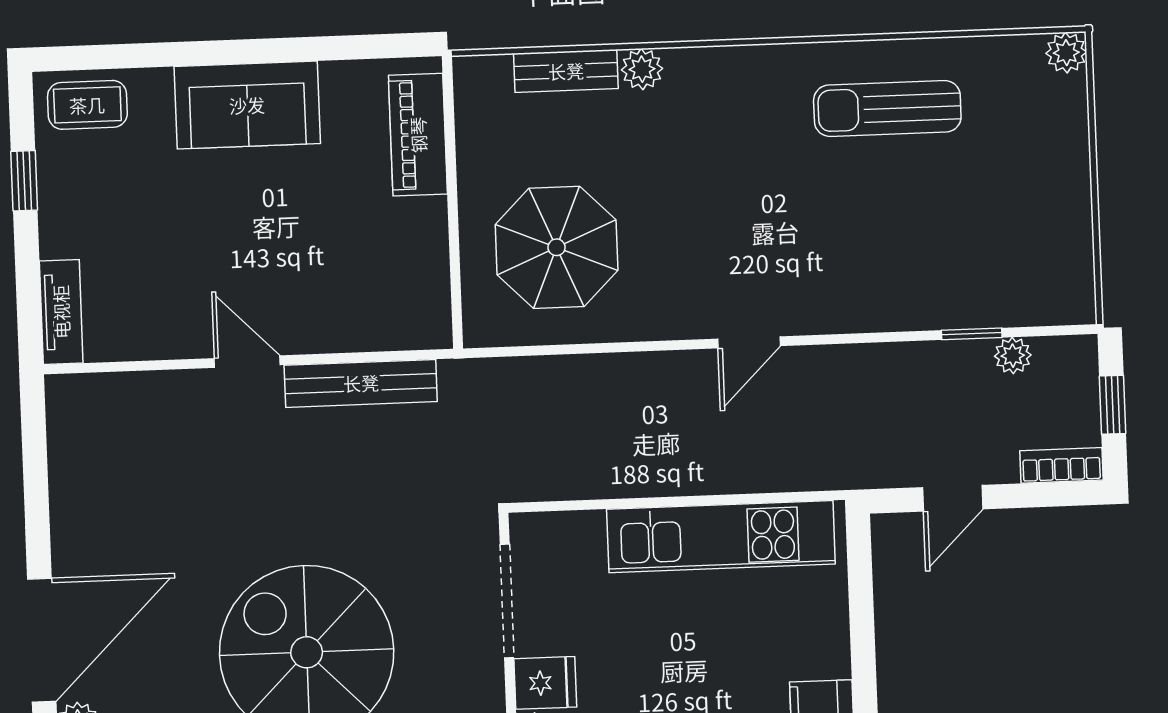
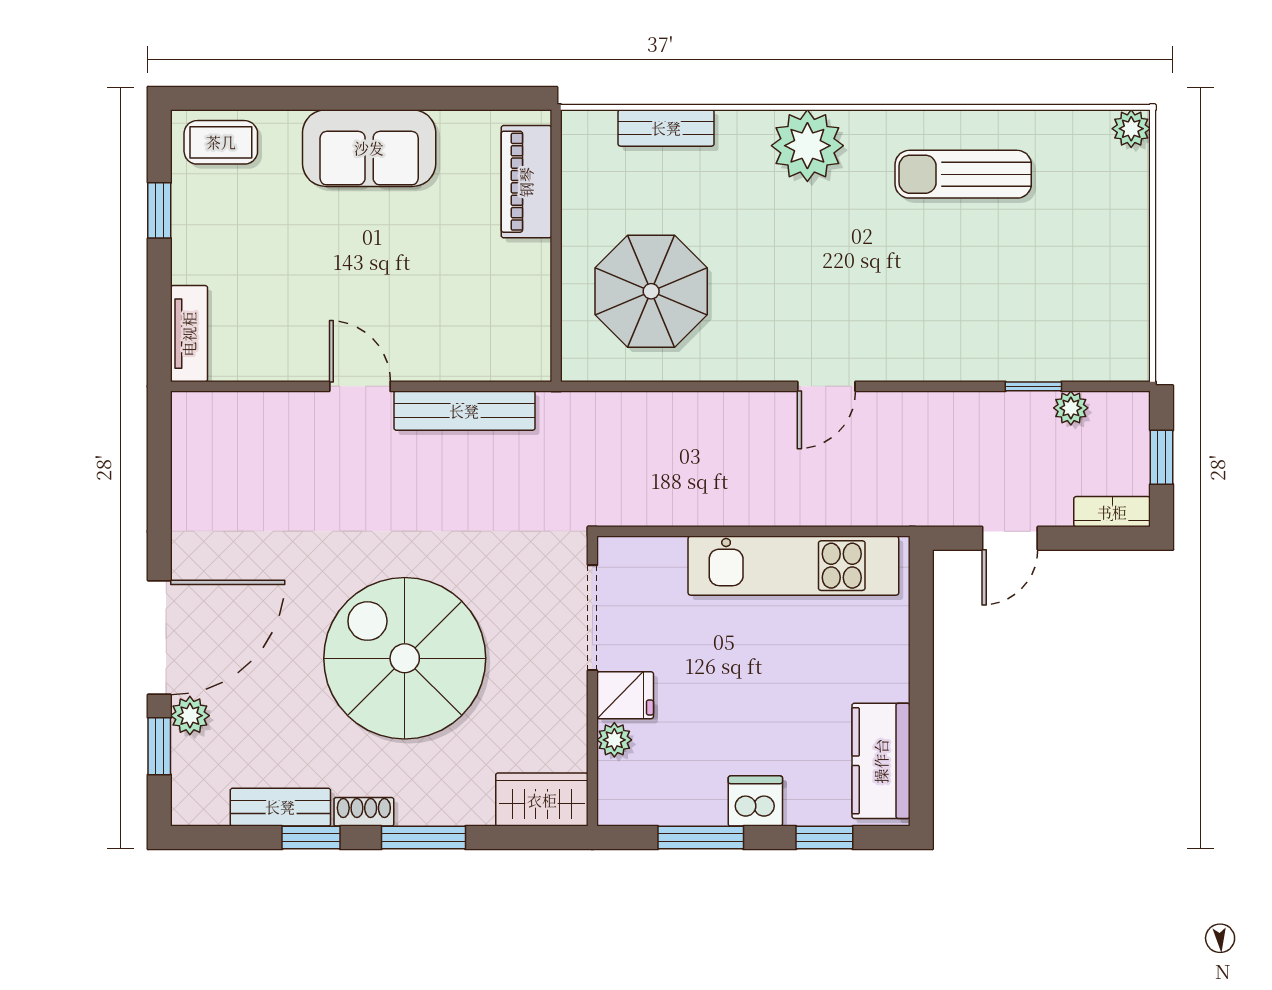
plant: (642, 69) -> (807, 146), moved, width x1.87, depth x1.87

